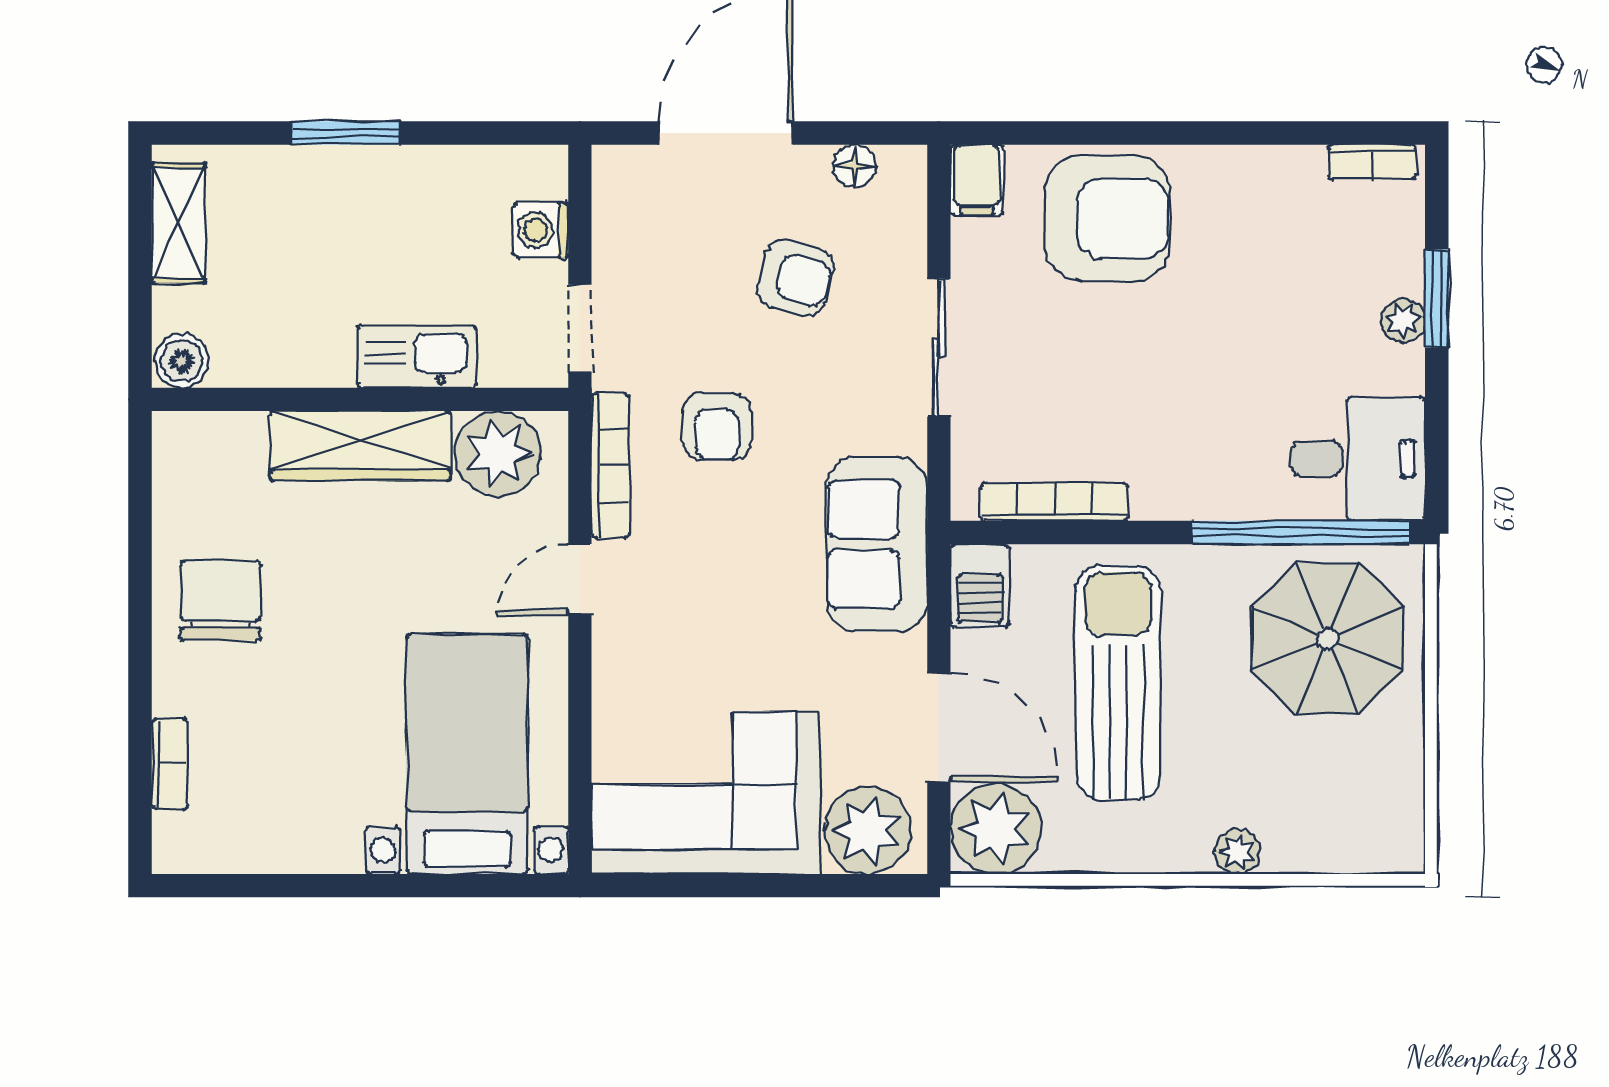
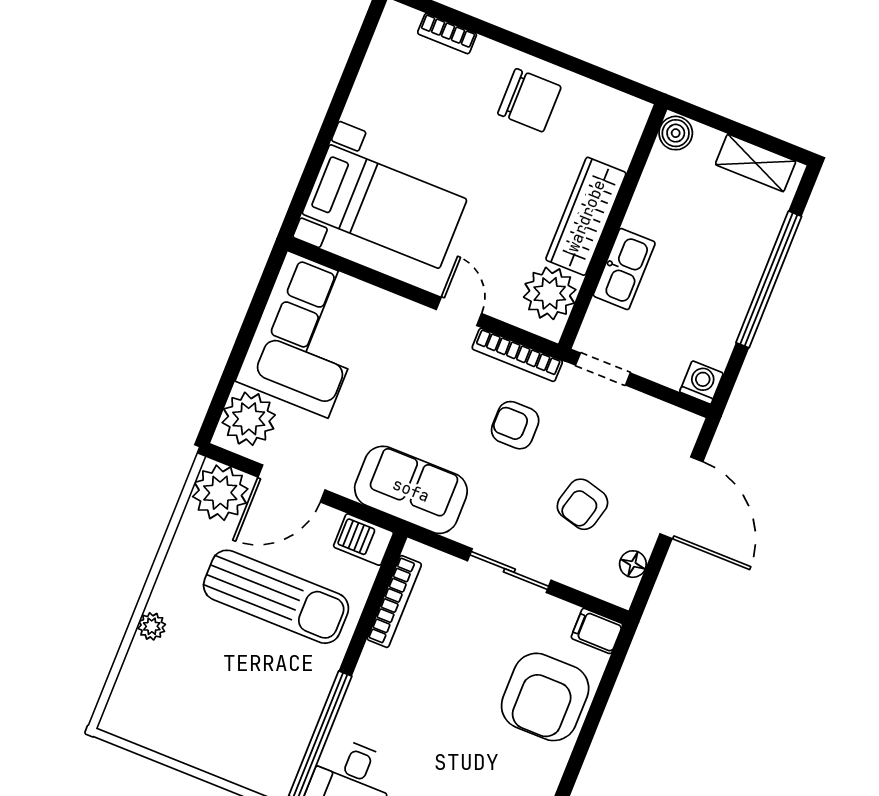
window: (346, 133) -> (769, 279), width x2.11
washing machine: (541, 230) -> (702, 382), moved
parasol: (1328, 638) -> (253, 727), removed

